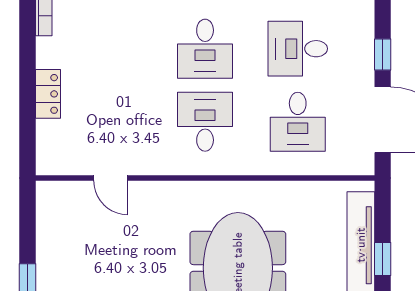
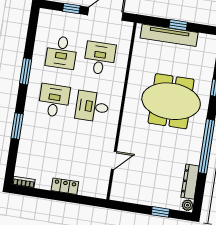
desk: (205, 49) -> (54, 101), turned -90
desk: (298, 122) -> (100, 58), turned -90

